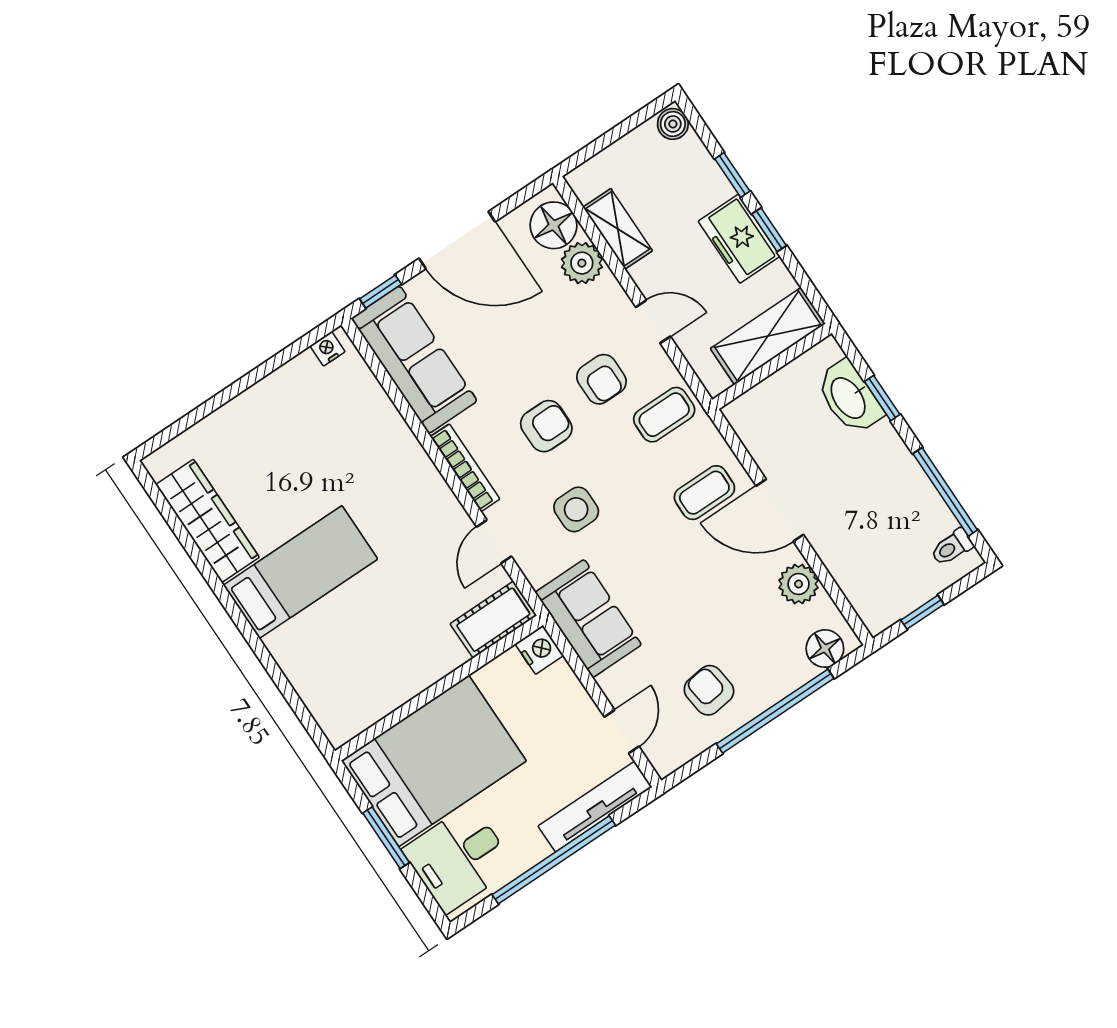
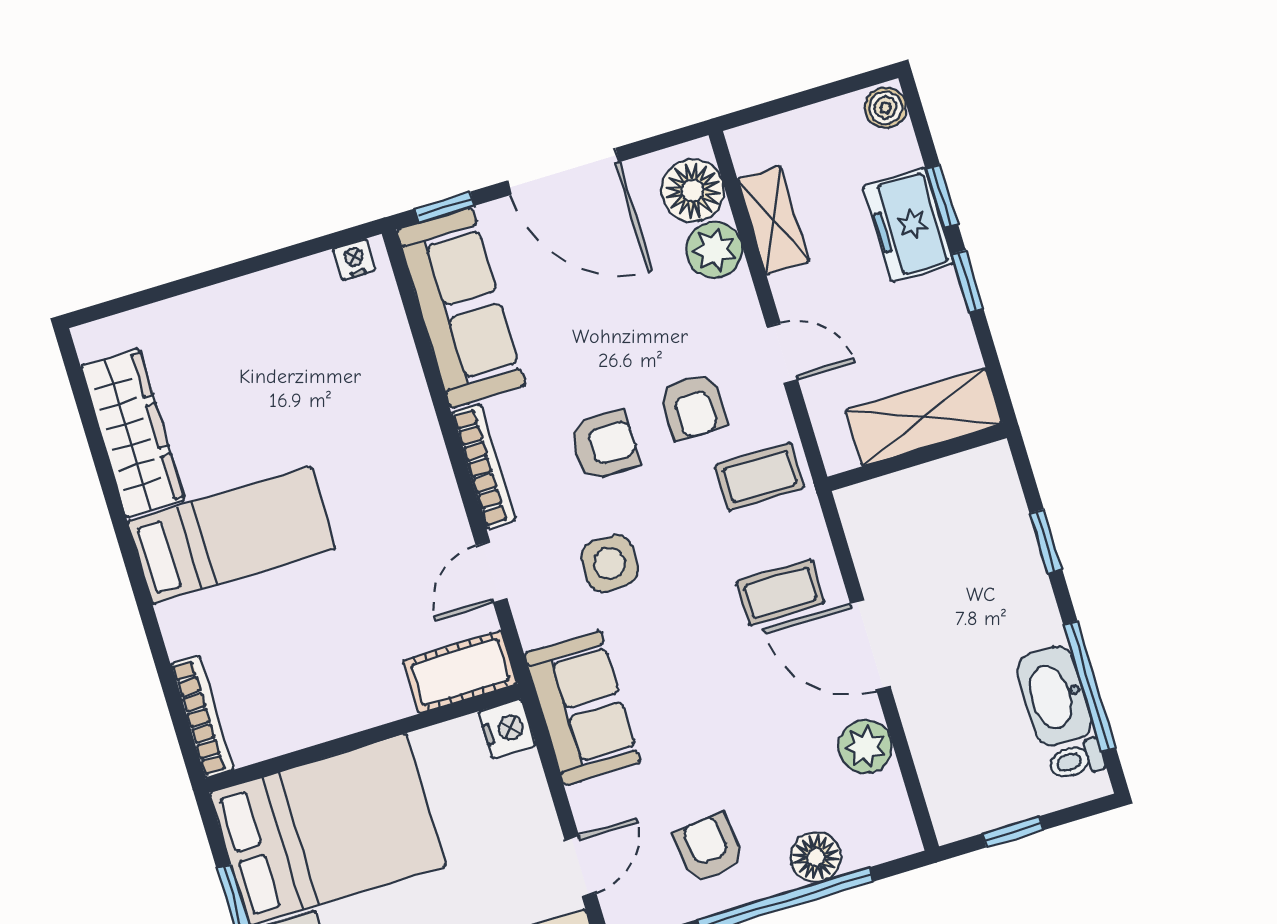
freezer: (739, 239) -> (908, 225), moved
washbasin: (849, 397) -> (1055, 696), moved
floor lamp: (825, 649) -> (816, 857), moved
bookcase: (319, 708) -> (202, 717), added

